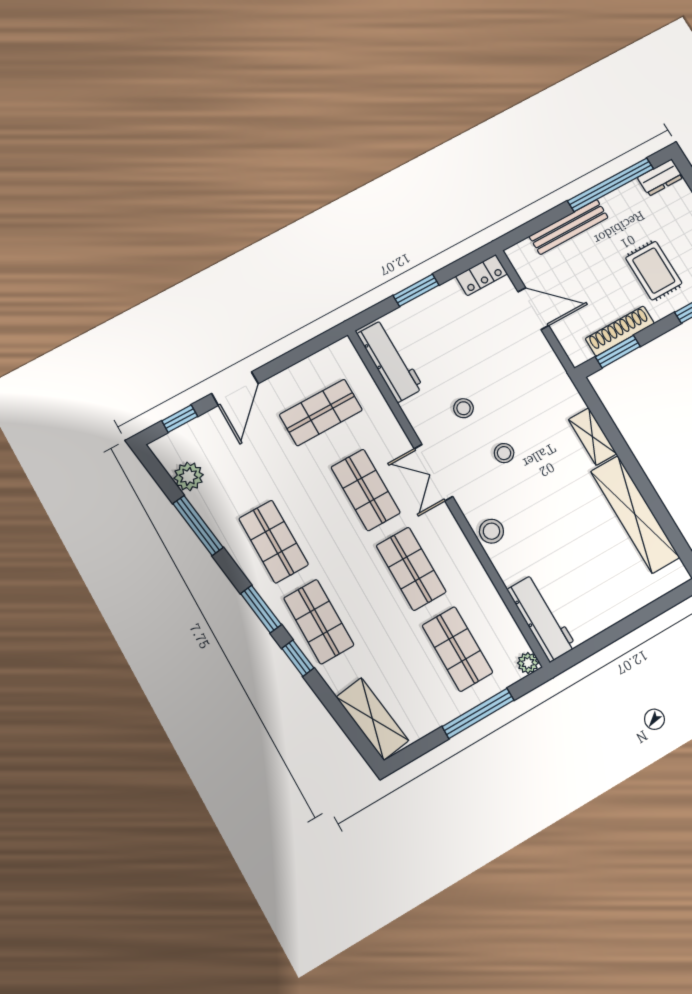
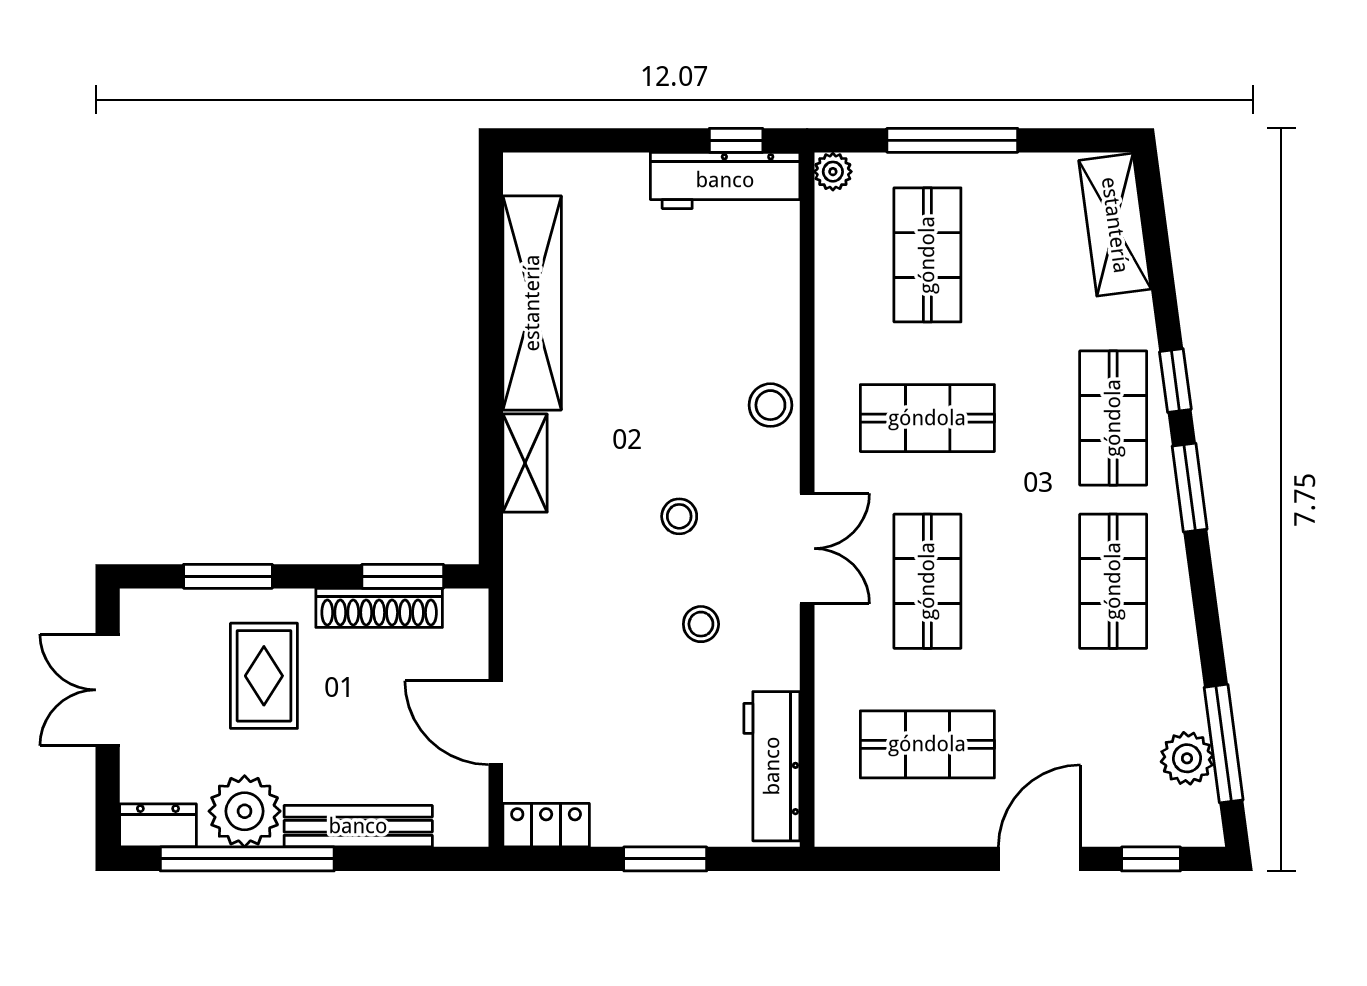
plant: (625, 205) -> (245, 811), added
window: (198, 526) -> (1224, 744), moved
shop shelf: (411, 569) -> (927, 418), turned 90
workbench: (542, 618) -> (725, 180), moved, turned -90
window: (584, 651) -> (736, 140), added

